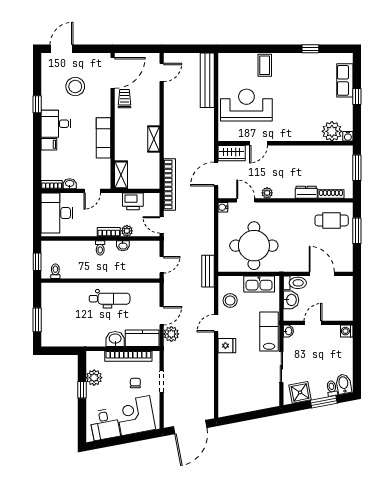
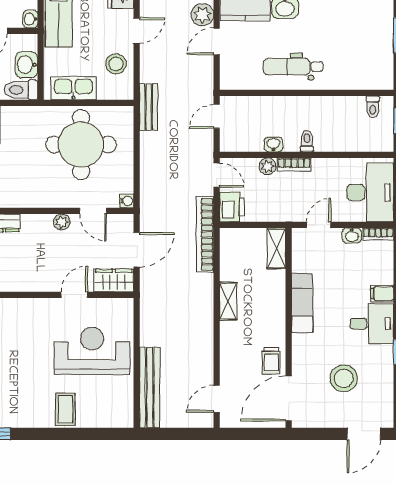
reception desk: (246, 105) -> (92, 351), turned 180
printer: (133, 201) -> (232, 207), moved, turned 90

